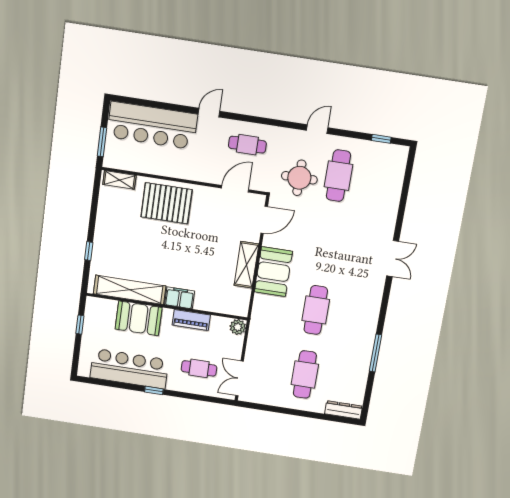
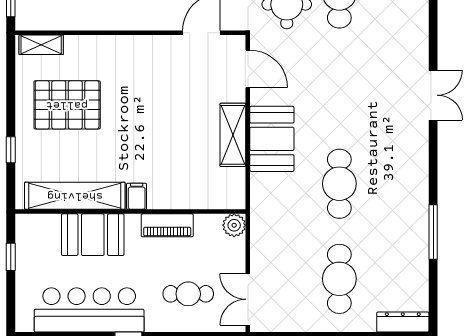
pallet: (167, 203) -> (67, 105), moved
door: (264, 220) -> (248, 69), hinge flipped
filing cabinet: (180, 298) -> (137, 196), width x0.50

